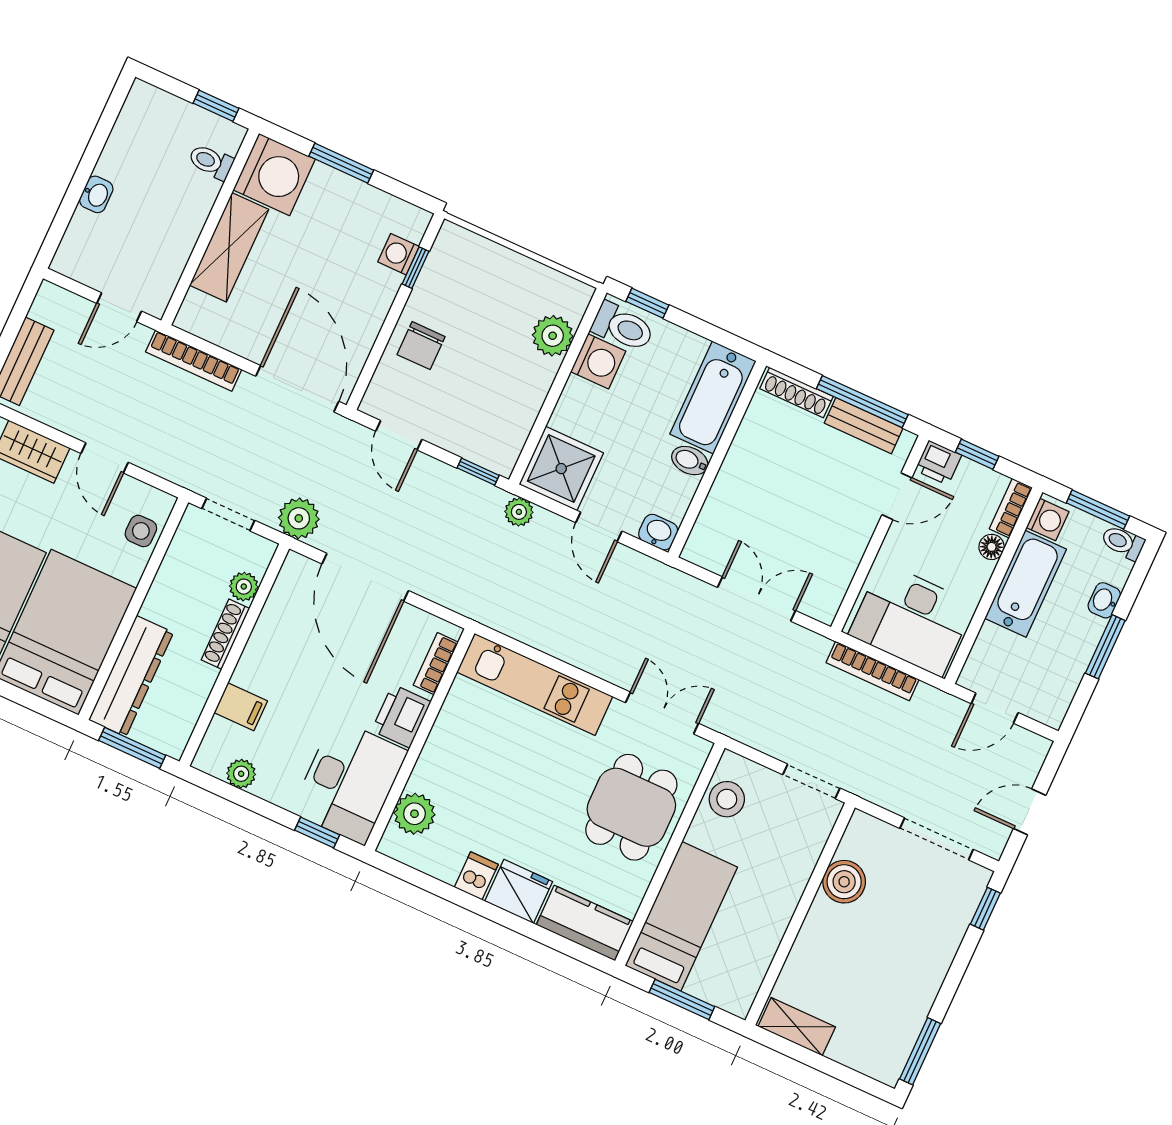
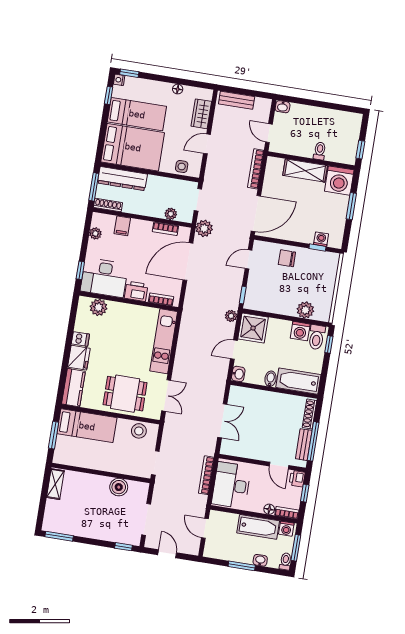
toilet: (211, 162) -> (320, 151), moved
washbasin: (96, 194) -> (283, 107), moved
bookcase: (275, 608) -> (165, 229), added
shoe rack: (225, 634) -> (108, 205), moved

